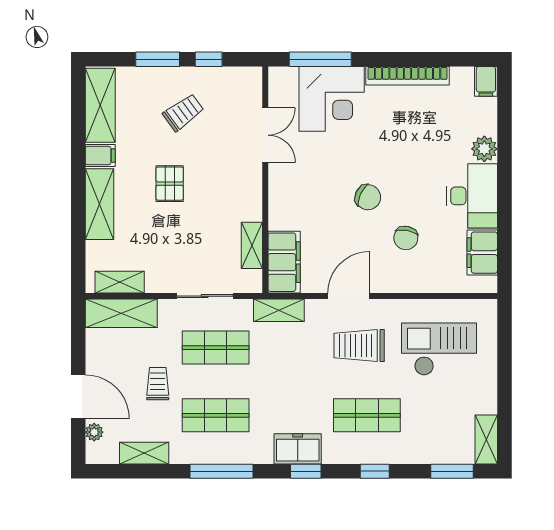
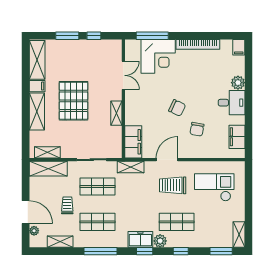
trolley: (183, 112) -> (81, 64), removed
pallet: (170, 184) -> (74, 101), width x2.05, depth x2.00
desk: (472, 196) -> (232, 103), width x0.73
shelving: (252, 245) -> (116, 113), moved
plant: (335, 452) -> (160, 241), added

